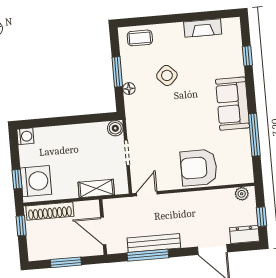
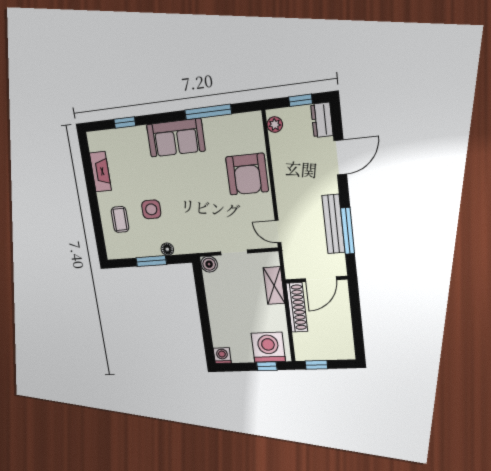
coffee table: (140, 38) -> (120, 219), moved
side table: (167, 75) -> (151, 209), turned 45
shoe rack: (50, 211) -> (297, 307), moved
window: (66, 262) -> (357, 320), removed

